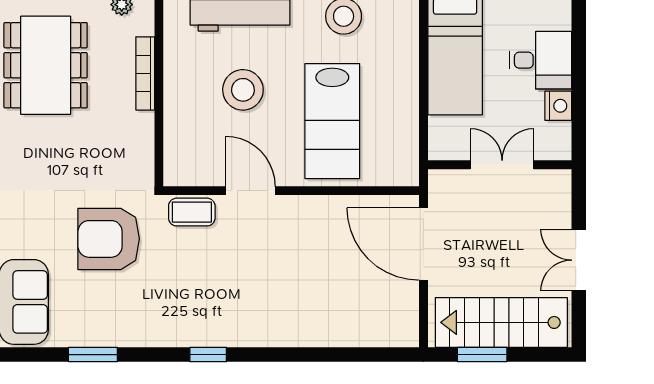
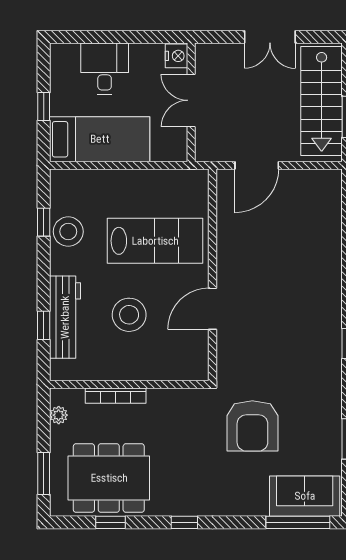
nightstand: (558, 106) -> (176, 56), moved, turned 90
coffee table: (192, 212) -> (230, 357), removed
door: (423, 244) -> (257, 165), width x0.73

